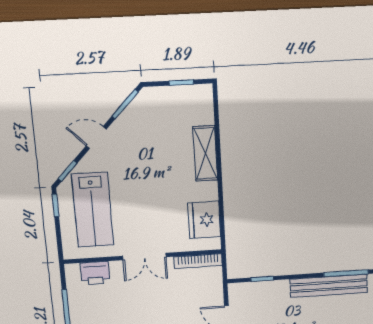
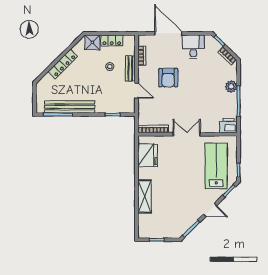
printer: (95, 273) -> (228, 126), moved

